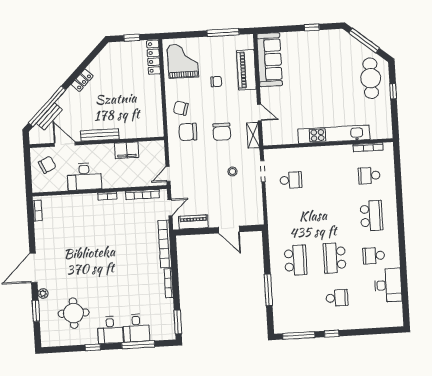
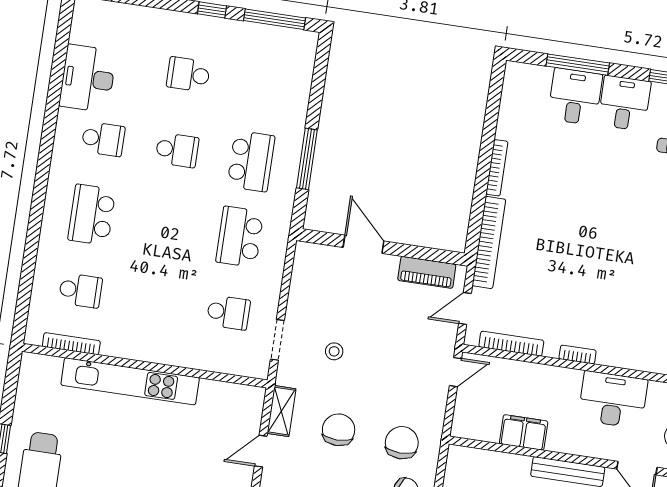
door: (259, 113) -> (261, 451), hinge flipped
chair: (188, 132) -> (402, 443), turned -90
school desk: (291, 180) -> (228, 313), turned 180
school desk: (293, 220) -> (240, 237), added
school desk: (335, 258) -> (177, 150), width x0.54
school desk: (295, 260) -> (251, 161), turned 180
window: (268, 290) -> (307, 159), moved
window: (178, 322) -> (495, 92), removed

